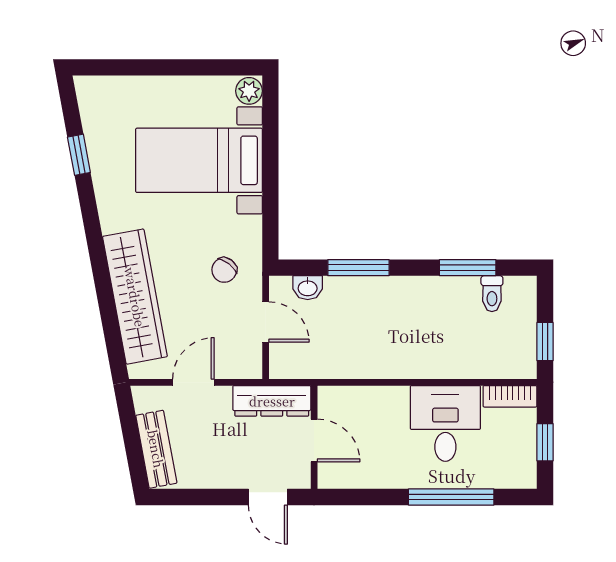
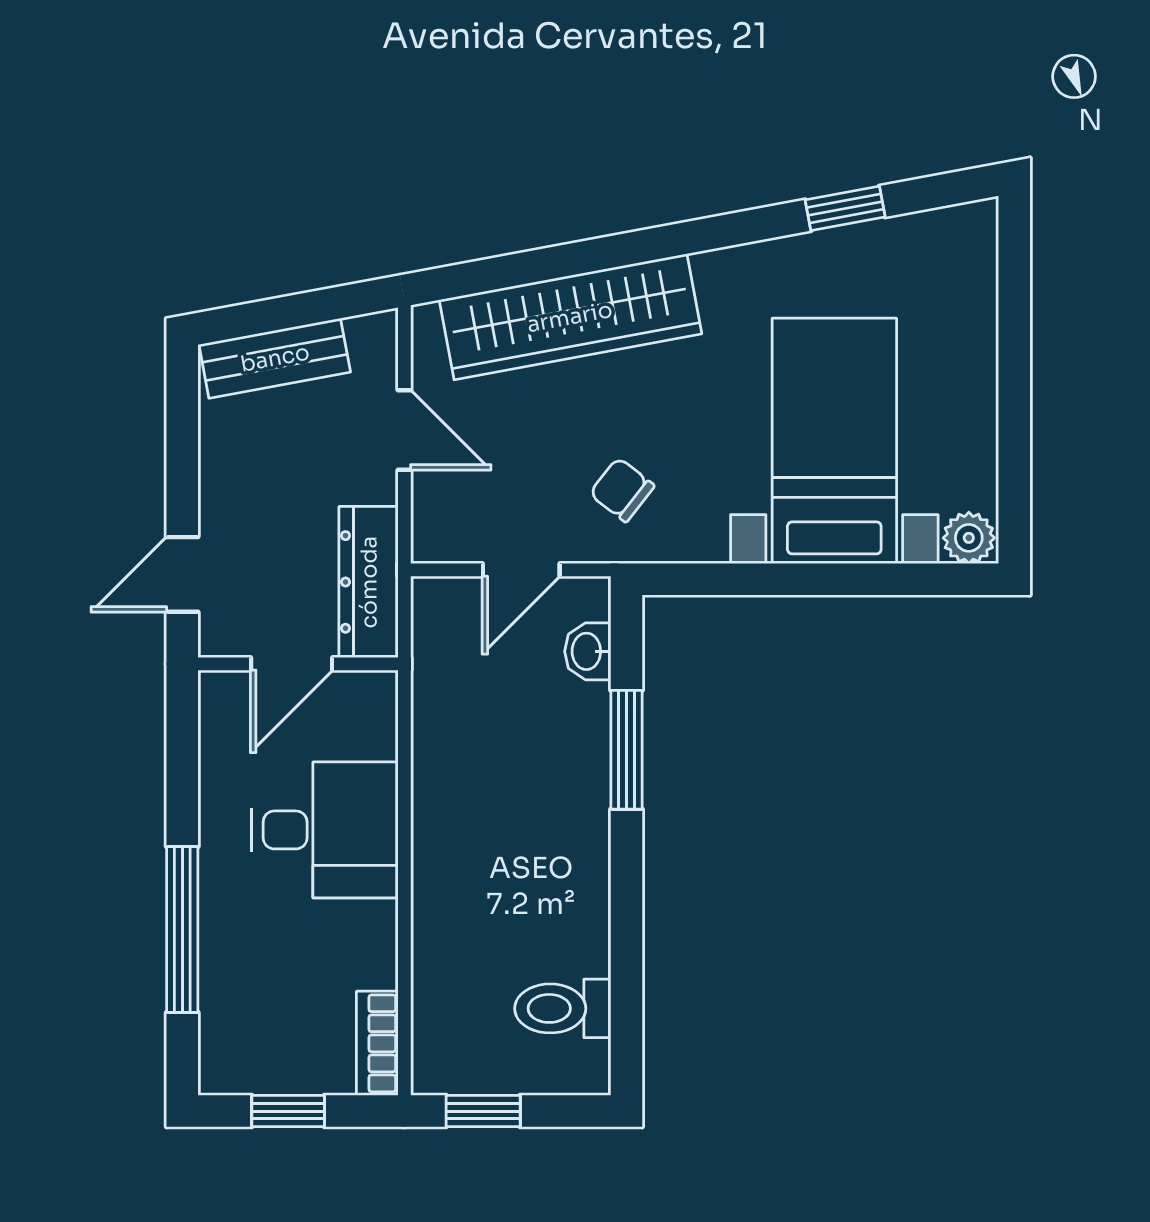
window: (468, 268) -> (626, 961), removed
toilet: (492, 294) -> (563, 1008), width x1.37, depth x1.39
desk: (445, 423) -> (325, 830), moved

